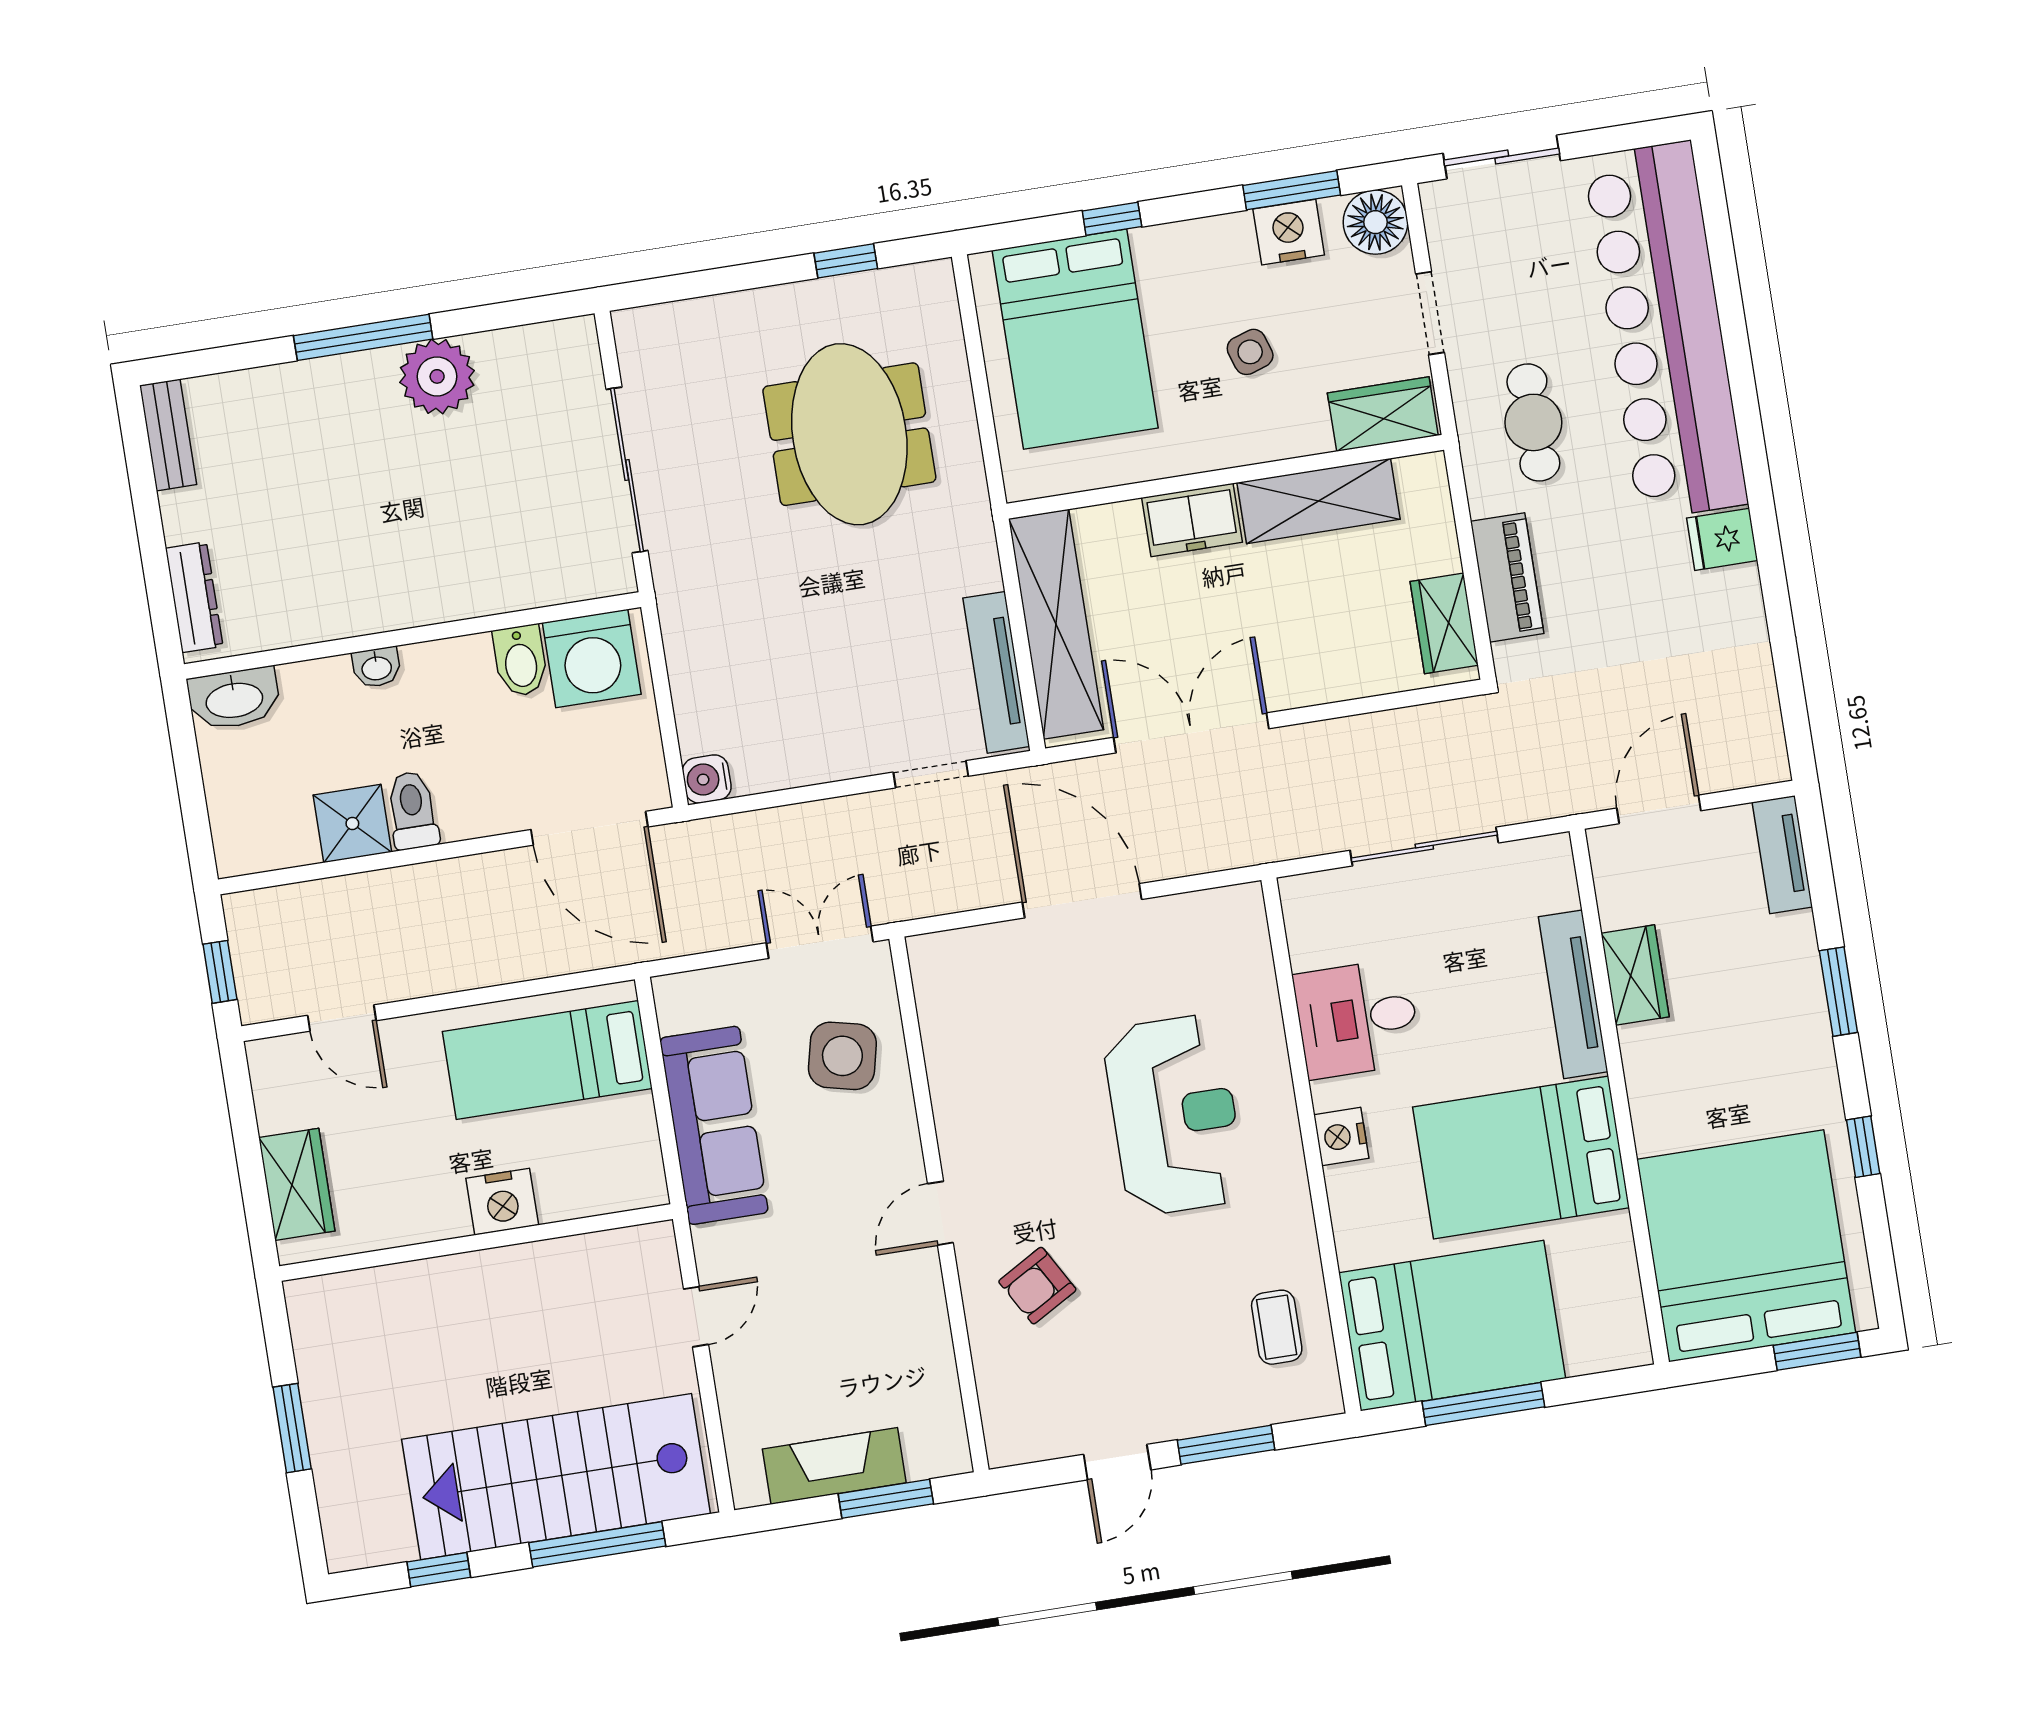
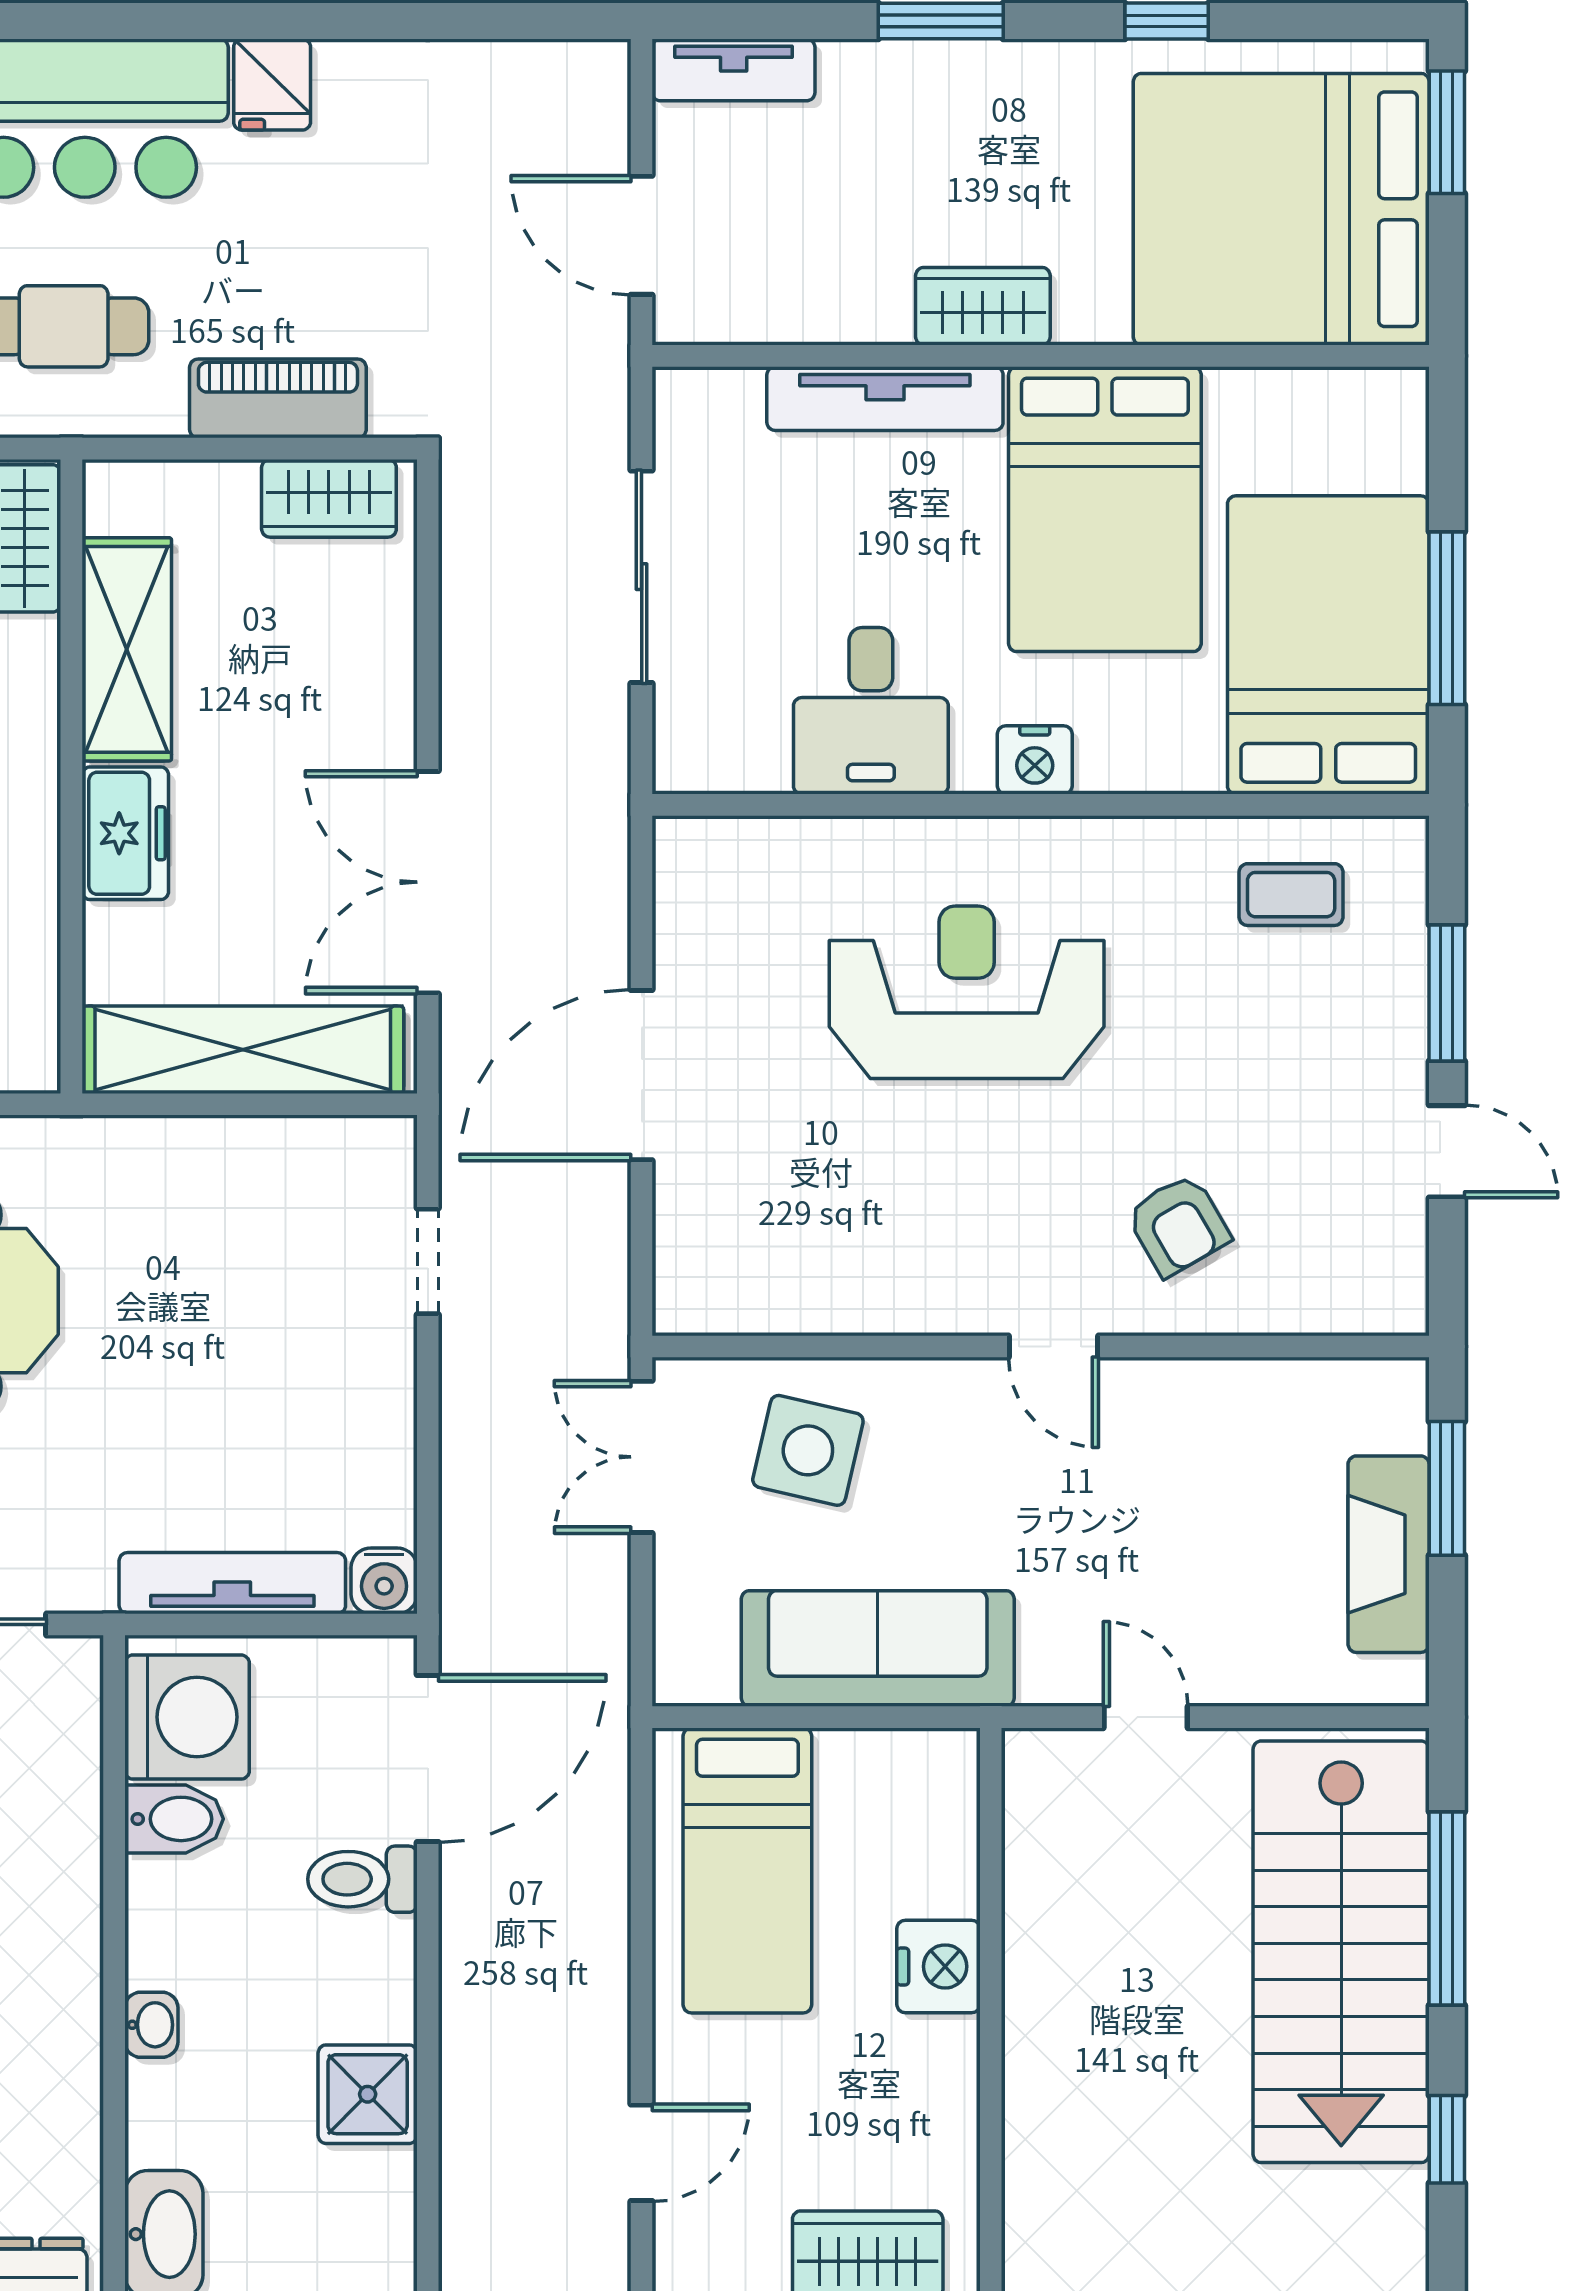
tv unit: (996, 672) -> (232, 1583), moved, turned 180
toilet: (412, 810) -> (362, 1879), moved
wardrobe: (1635, 975) -> (983, 306), moved

